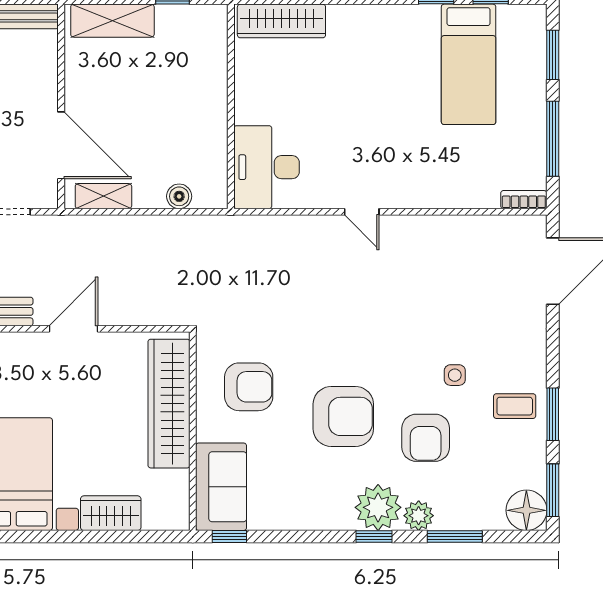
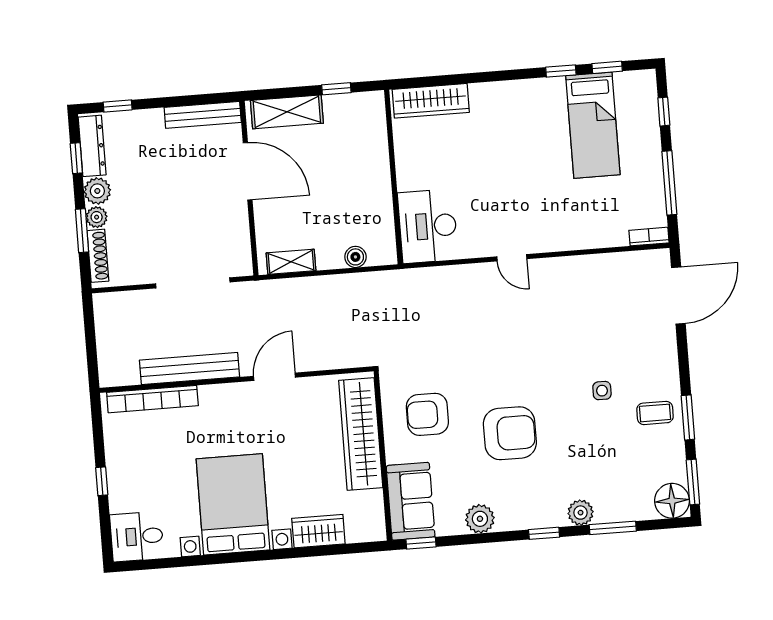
window: (553, 55) -> (664, 112), width x0.67
door: (61, 145) -> (248, 171), moved
armchair: (249, 387) -> (427, 414), turned 180
armchair: (426, 438) -> (581, 446), removed
plant: (378, 507) -> (480, 519), moved, width x0.73, depth x0.73

